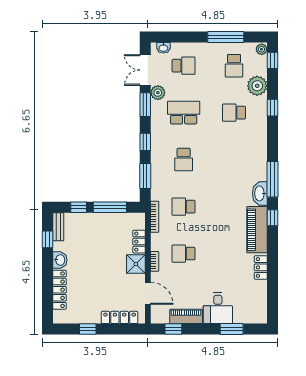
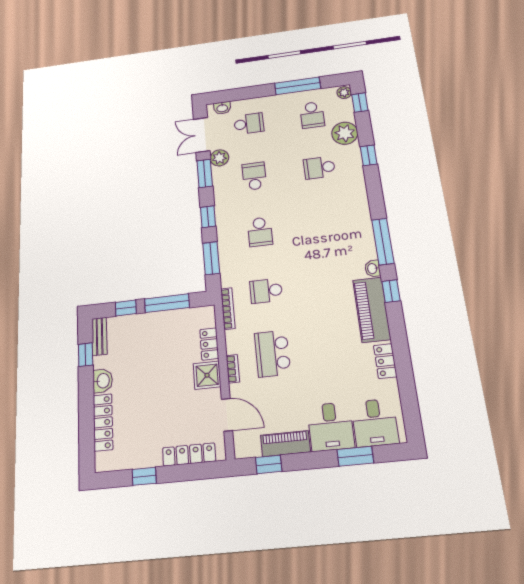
school desk: (184, 113) -> (254, 176), width x0.54
washbasin: (260, 193) -> (373, 269), width x0.52, depth x0.69
school desk: (184, 254) -> (272, 354), width x1.85
desk: (248, 308) -> (375, 423), added

